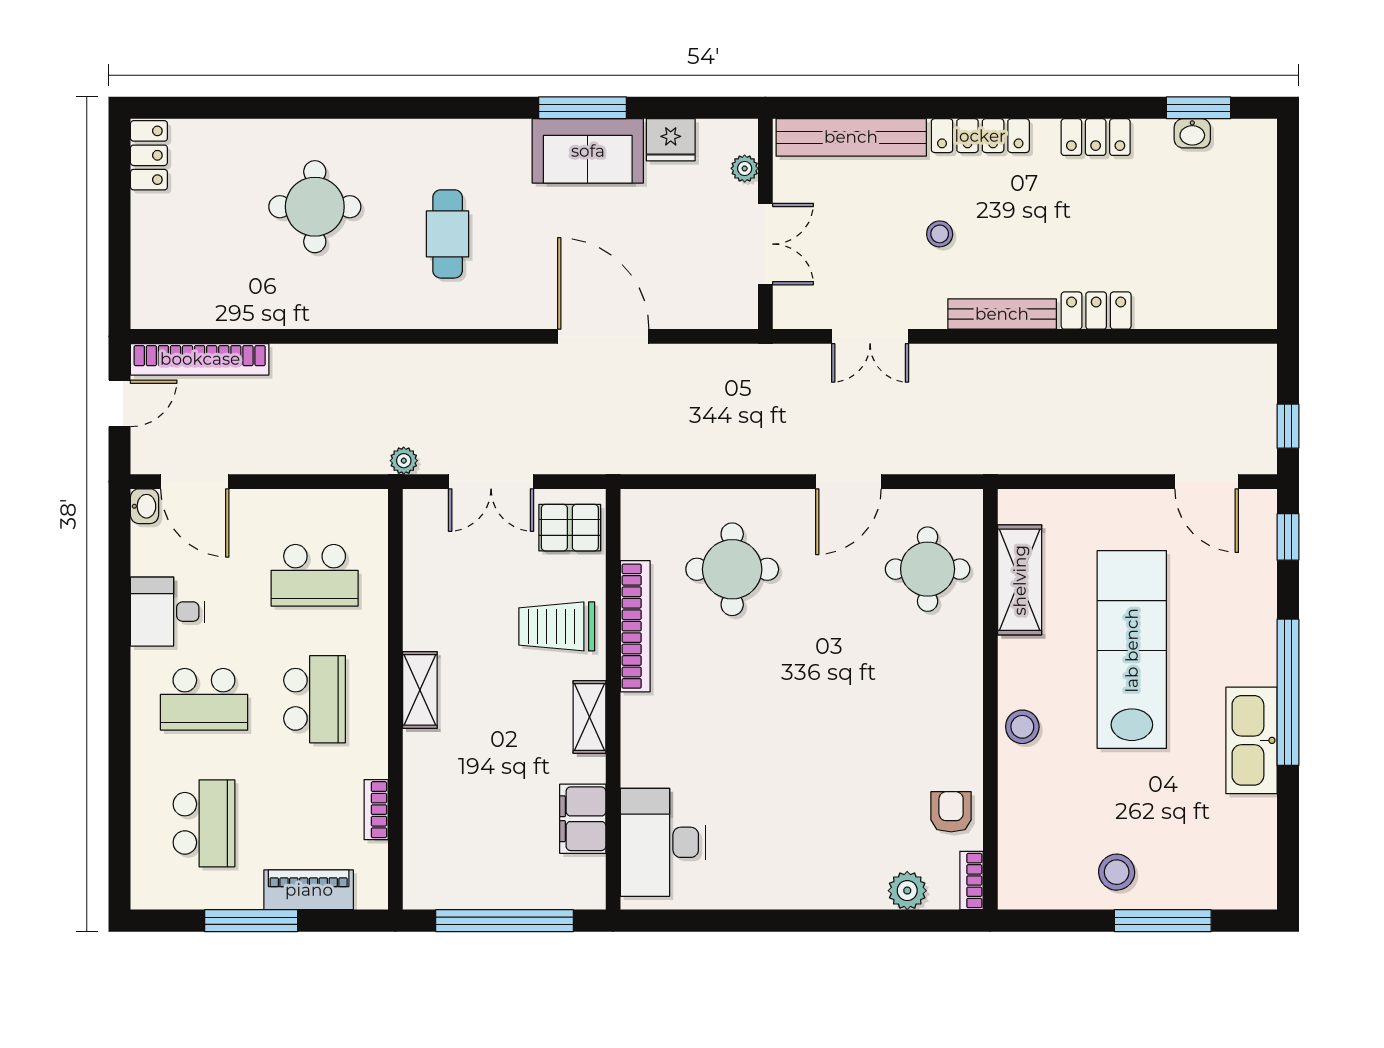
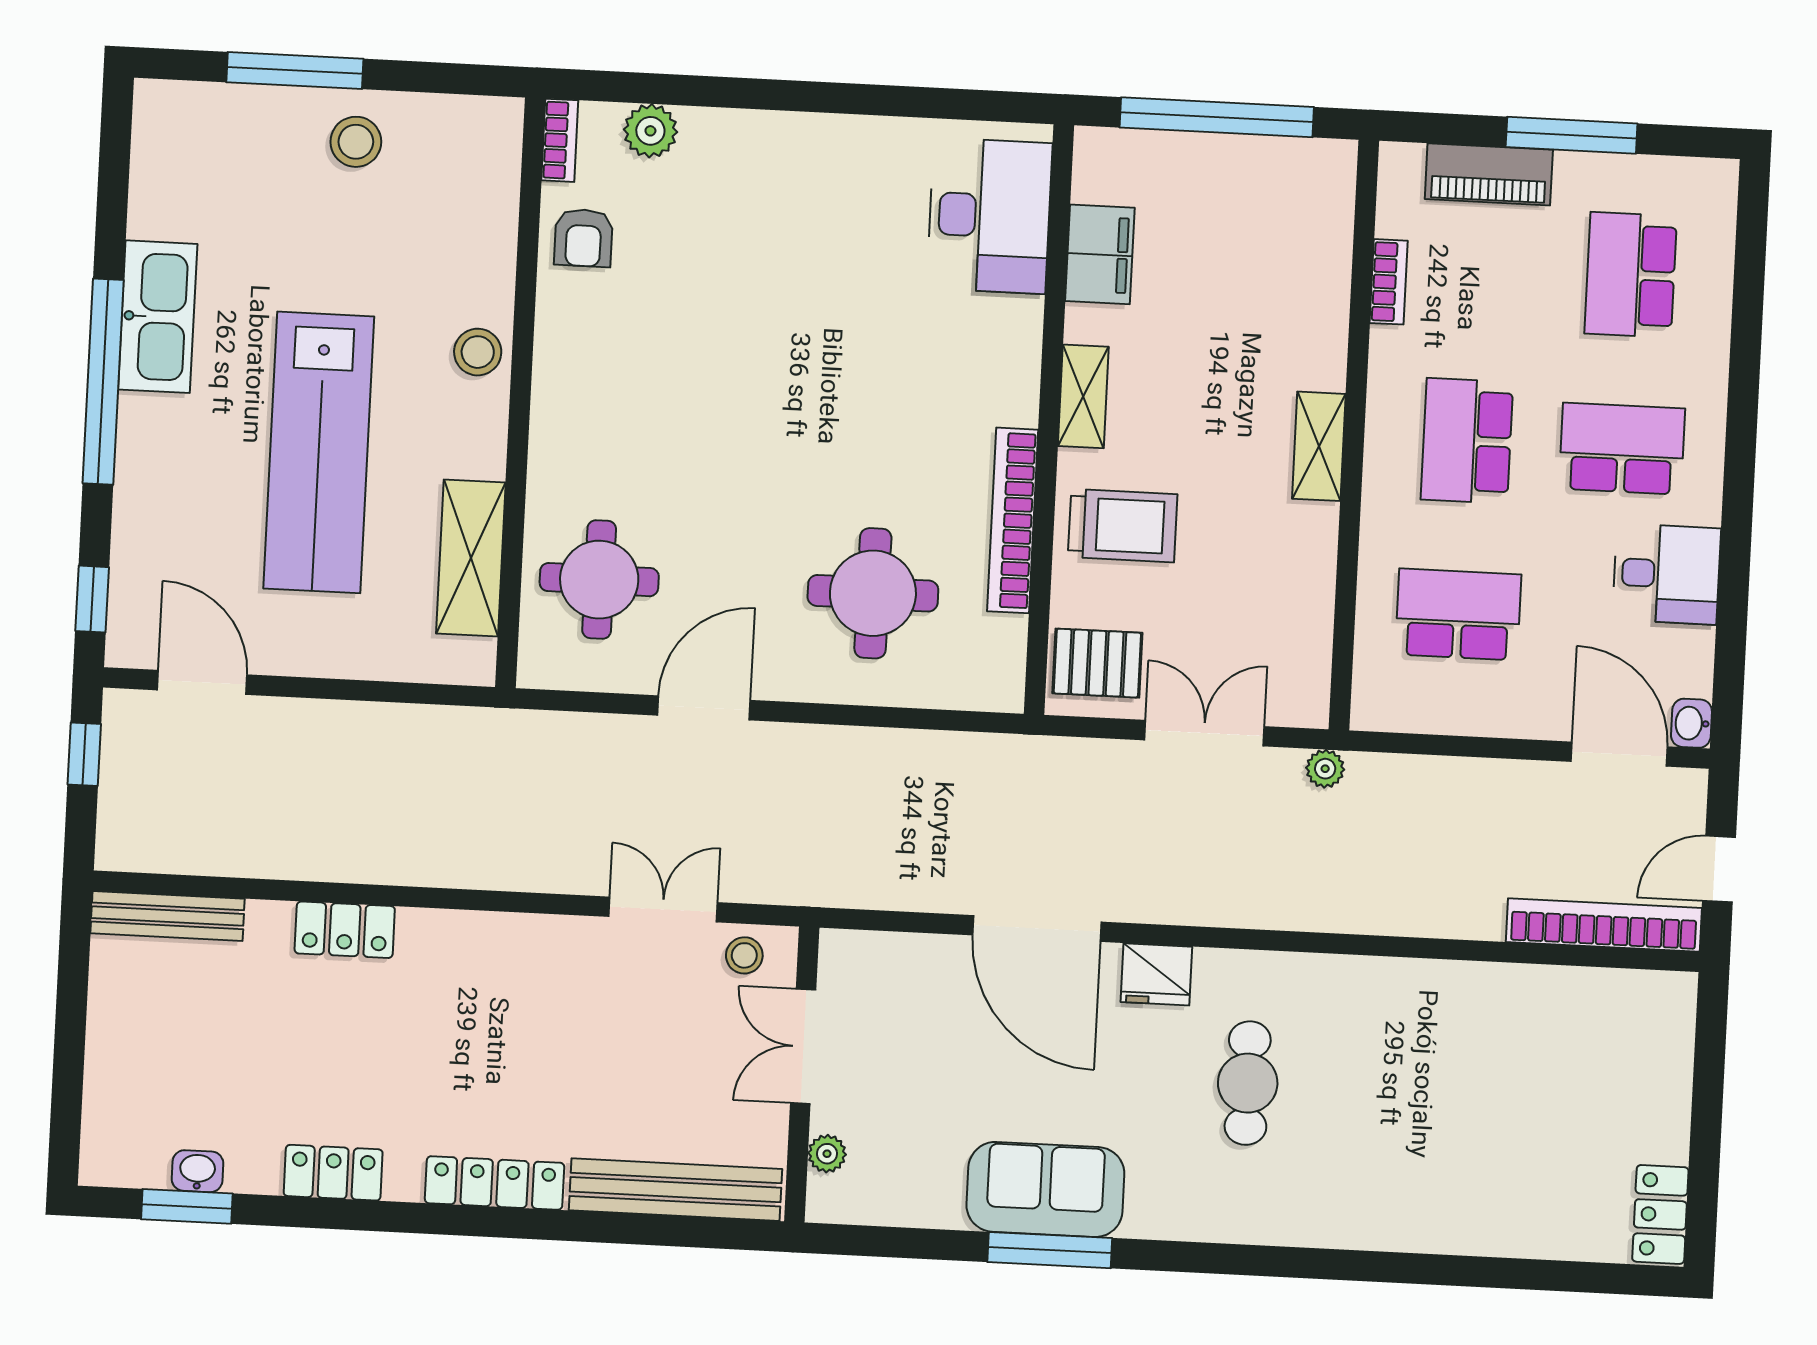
fridge: (671, 140) -> (1156, 974), moved, turned 180
round table: (315, 207) -> (1432, 1131), removed
stool: (940, 234) -> (744, 955), moved
bench: (1002, 314) -> (168, 916), moved

